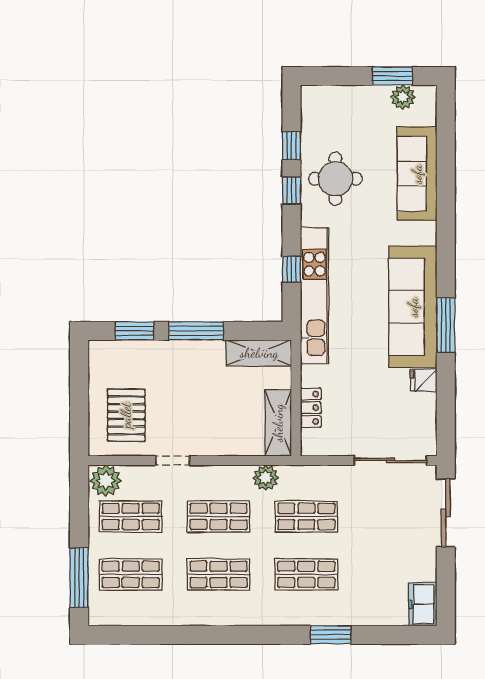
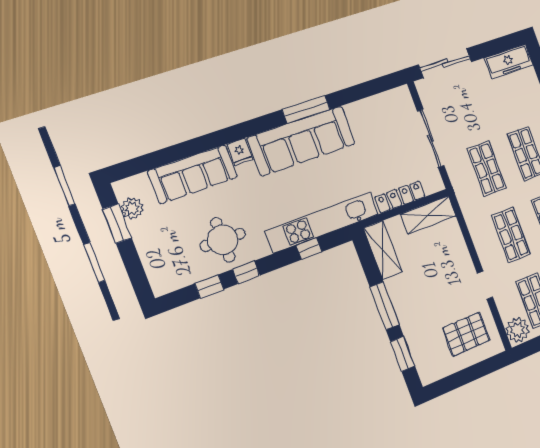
fridge: (424, 380) -> (240, 152), moved
locker: (311, 408) -> (400, 197), width x1.53
sliding door: (390, 460) -> (431, 138), moved
plant: (266, 478) -> (471, 210), removed
freezer: (423, 604) -> (509, 61), width x1.40

